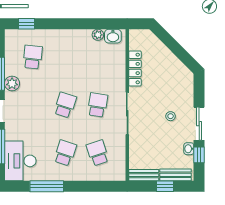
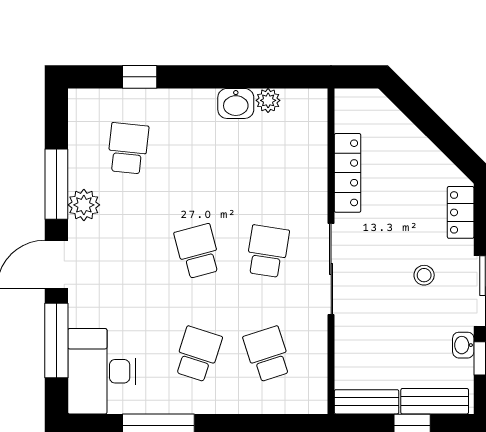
window: (26, 24) -> (140, 77), moved
washbasin: (113, 36) -> (236, 103), moved
locker: (188, 87) -> (461, 212), added
school desk: (65, 105) -> (198, 251), turned -33

